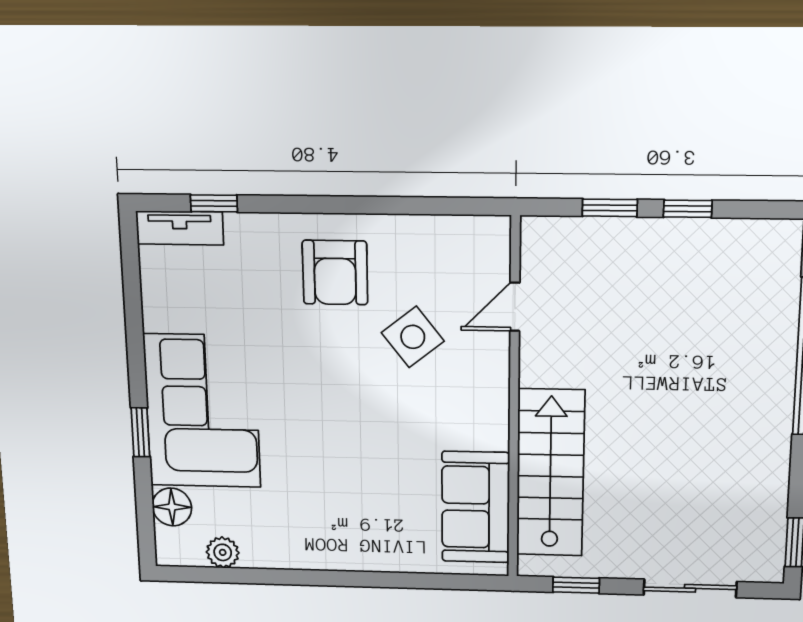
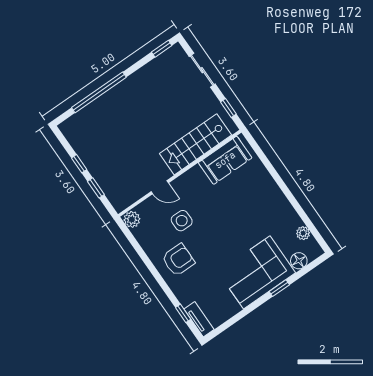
plant: (488, 236) -> (132, 219), added
door: (515, 307) -> (160, 187), moved
side table: (413, 337) -> (182, 221), turned 38

